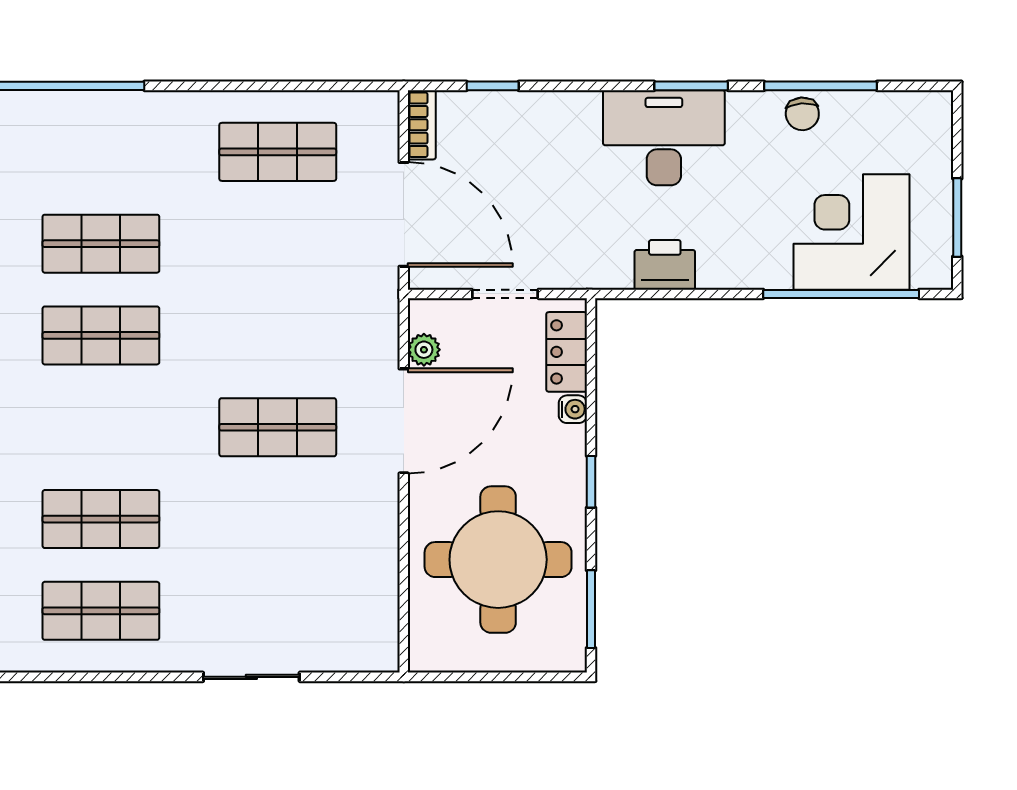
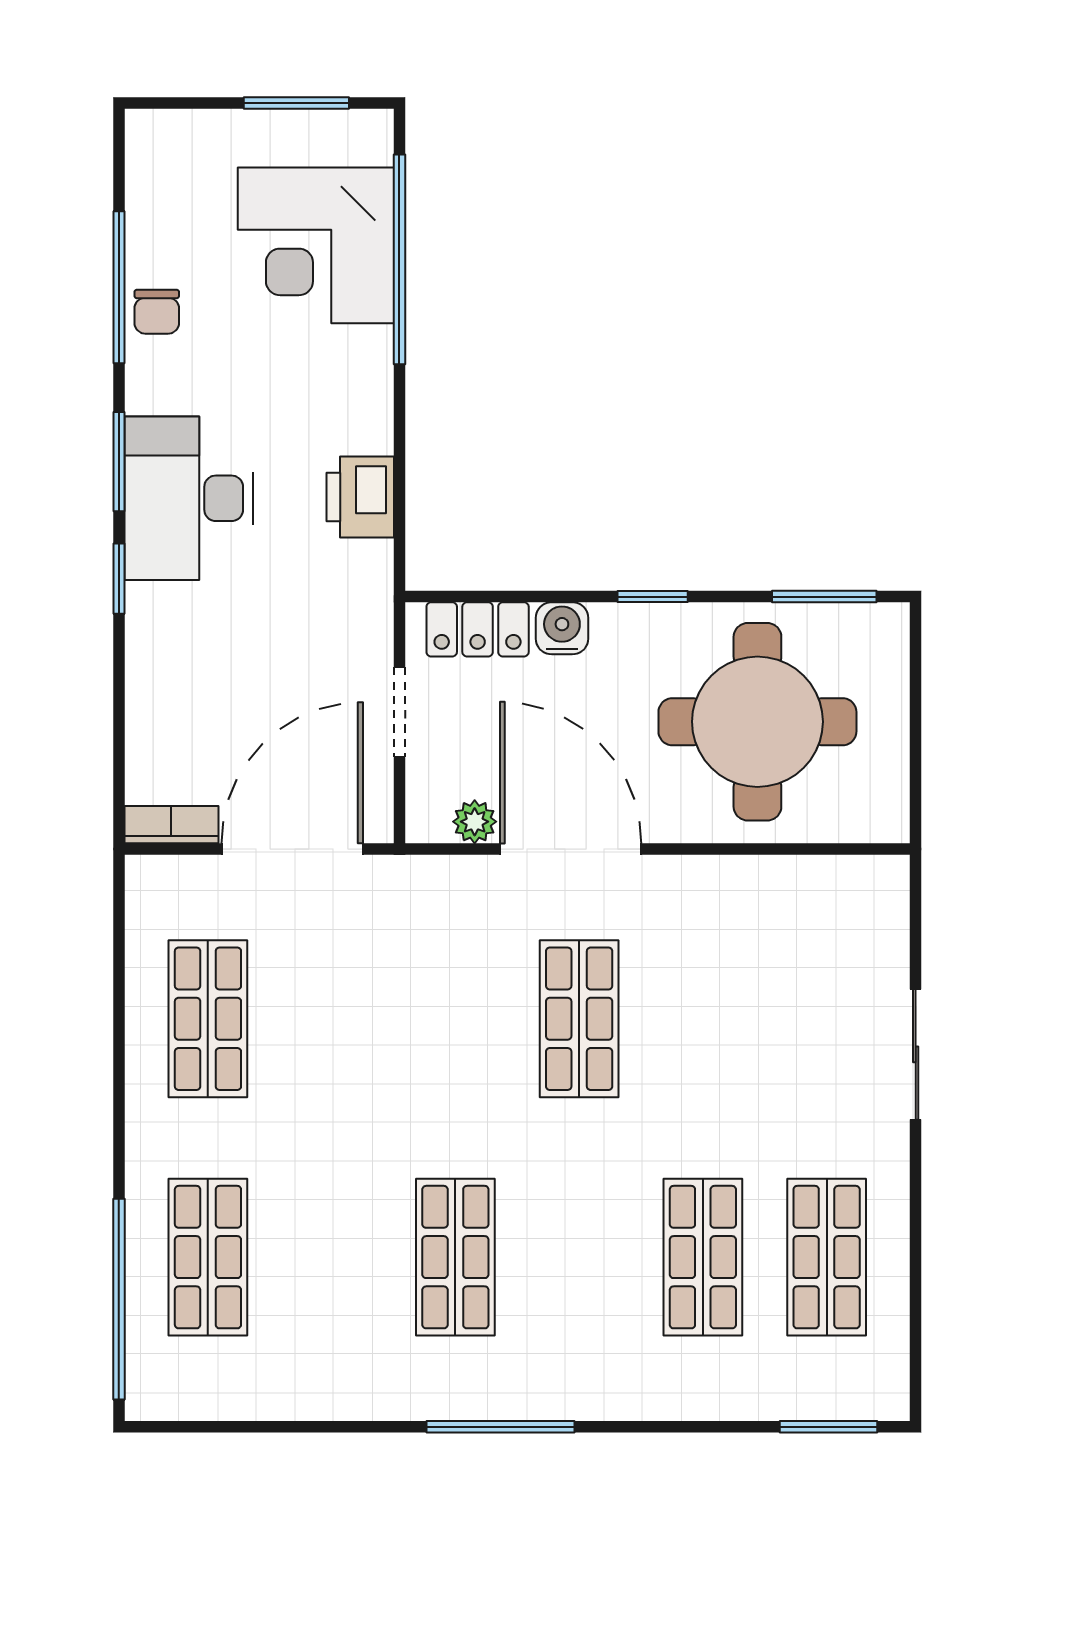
window: (493, 86) -> (119, 579), moved
chair: (802, 114) -> (157, 312), turned 94
shop shelf: (101, 244) -> (208, 1257), moved
water cooler: (573, 409) -> (562, 628), width x1.38, depth x1.38

